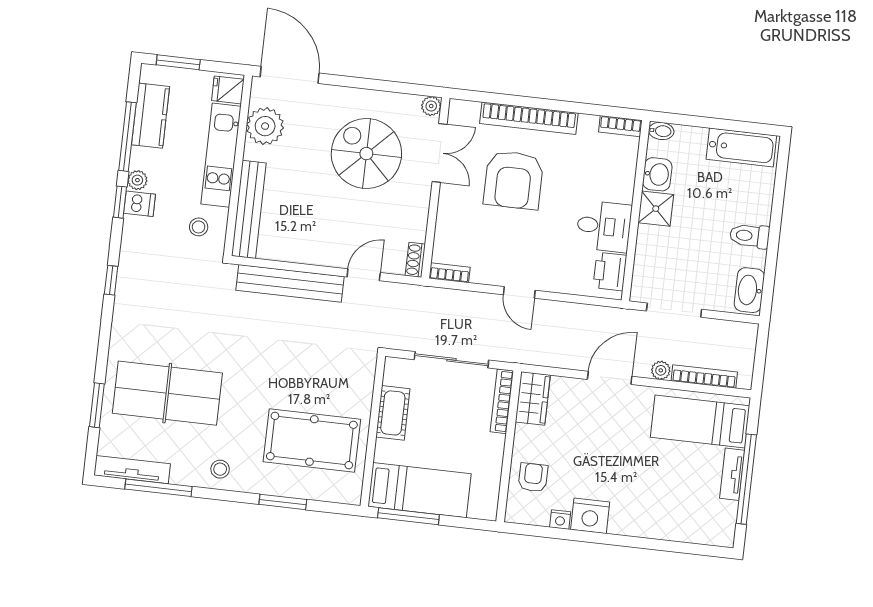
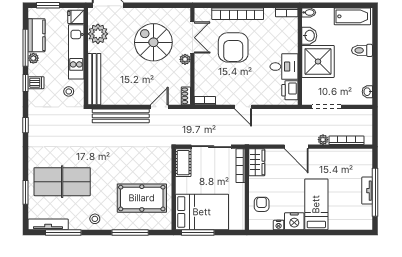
plant: (431, 106) -> (185, 59), moved
plant: (137, 180) -> (33, 58), moved
shower: (656, 209) -> (318, 61), width x1.86, depth x1.86
toilet: (750, 236) -> (362, 50), moved
washbasin: (749, 290) -> (367, 92), width x0.52, depth x0.69
door: (610, 378) -> (296, 147), swing flipped
cot: (393, 413) -> (183, 163), moved
bed: (700, 421) -> (316, 204), moved, turned 90
bed: (420, 490) -> (202, 212), width x1.50
window: (283, 502) -> (130, 232), width x1.44

